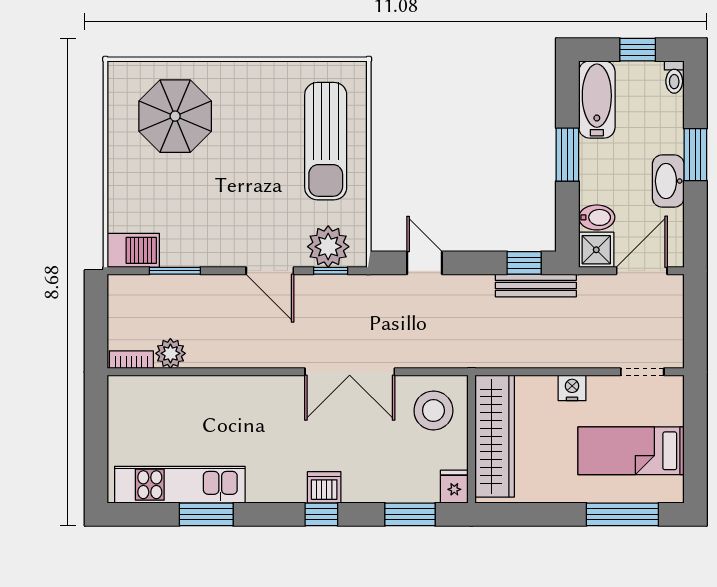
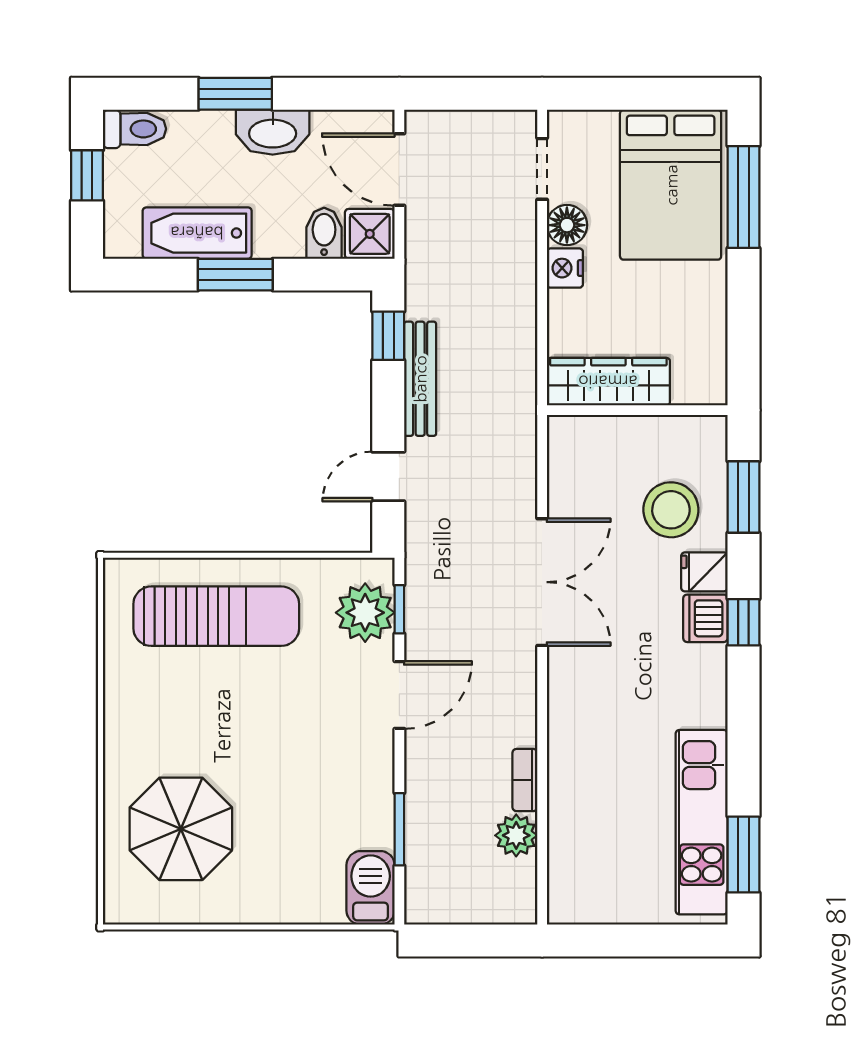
toilet: (674, 77) -> (134, 129), width x1.37, depth x1.39
bathtub: (597, 99) -> (197, 233), moved
bench: (536, 285) -> (420, 379), moved
bookcase: (131, 360) -> (525, 780), moved
floor lamp: (602, 389) -> (567, 225), added
stool: (433, 411) -> (671, 510), moved
wardrobe: (495, 436) -> (608, 382), width x0.71, depth x0.85
bed: (631, 451) -> (671, 185), width x1.50
fridge: (454, 487) -> (704, 572), moved
window: (206, 514) -> (743, 855), moved

